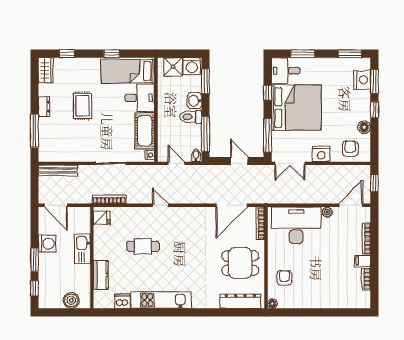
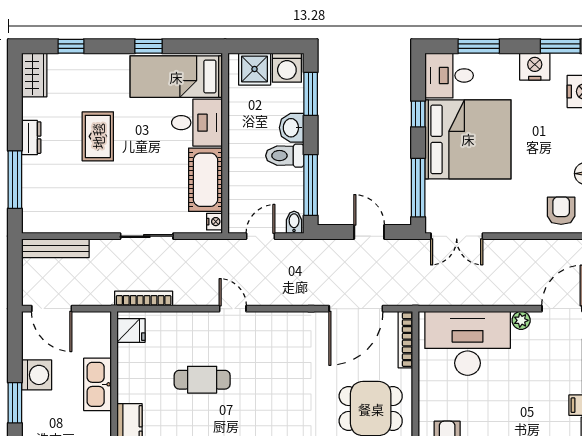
nightstand: (321, 154) -> (535, 67), moved, turned 180
door: (176, 163) -> (260, 236), hinge flipped

